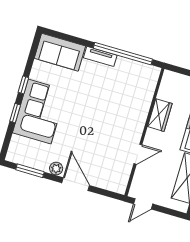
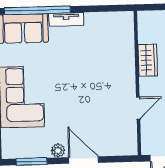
window: (123, 54) -> (37, 10), moved

